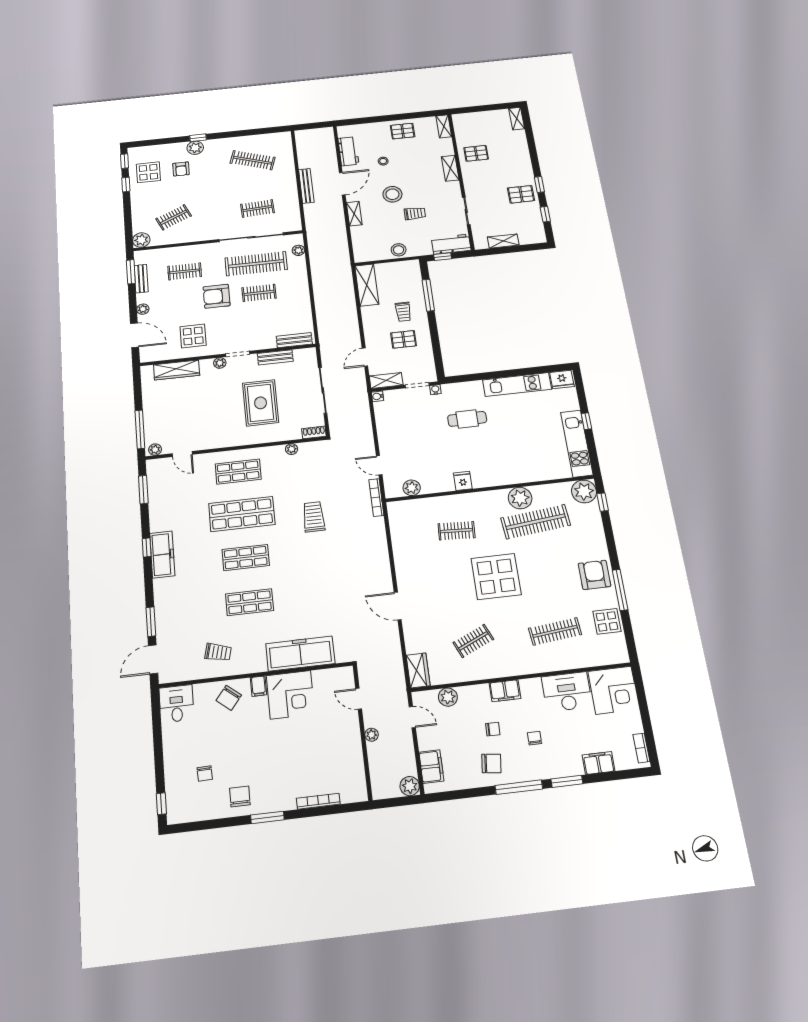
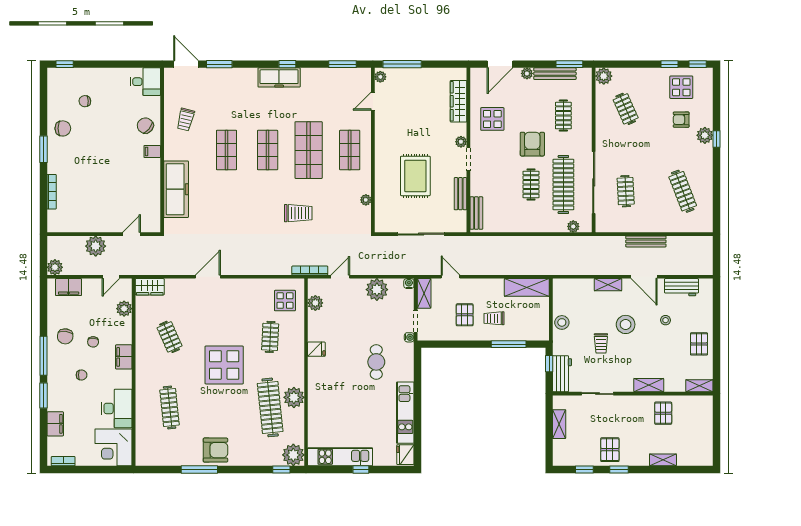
shelving: (517, 119) -> (663, 460), moved
clothes rail: (253, 160) -> (683, 191), turned -39
bench: (141, 279) -> (555, 74), width x1.36
rug: (261, 403) -> (415, 176), turned 90
plant: (388, 427) -> (377, 290), added
shoe rack: (314, 432) -> (380, 222), removed
display table: (607, 621) -> (285, 301), moved
corner desk: (290, 695) -> (142, 178), removed
plant: (372, 735) -> (96, 246), width x1.88, depth x1.88

